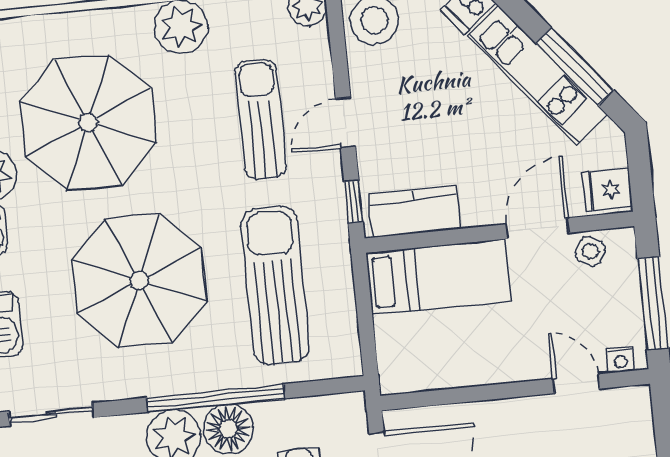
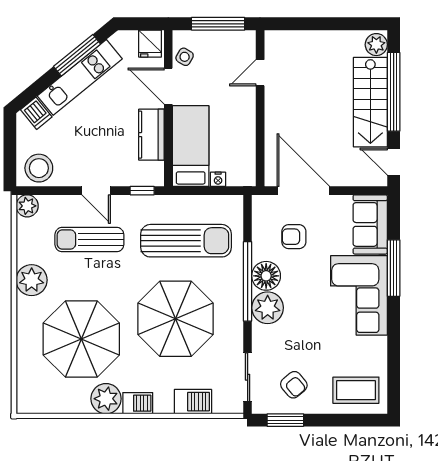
kitchen counter: (414, 211) -> (151, 135), moved
sun lounger: (275, 285) -> (186, 241), turned 180
nightstand: (621, 360) -> (218, 179), moved, turned 90

